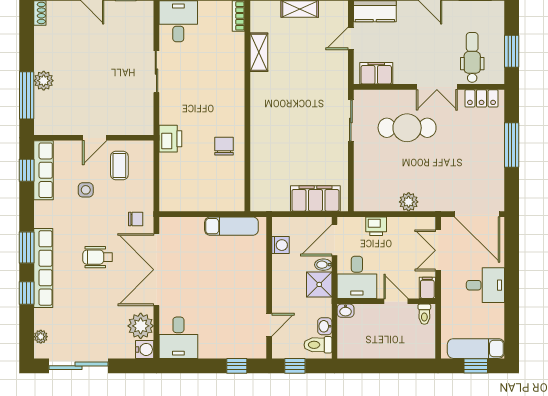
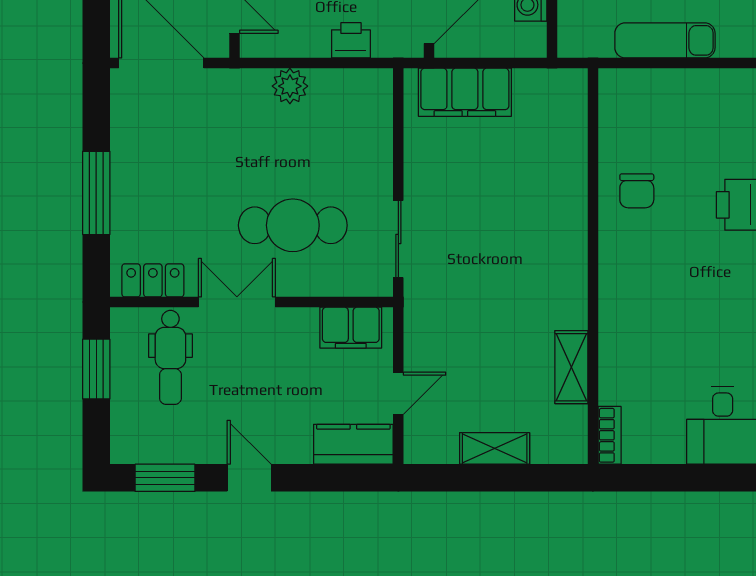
exam couch: (231, 226) -> (665, 40), moved

